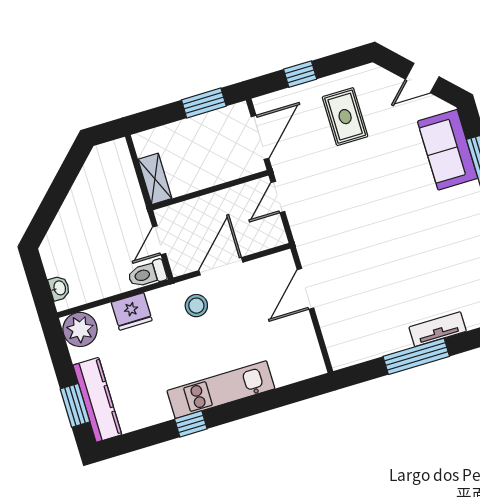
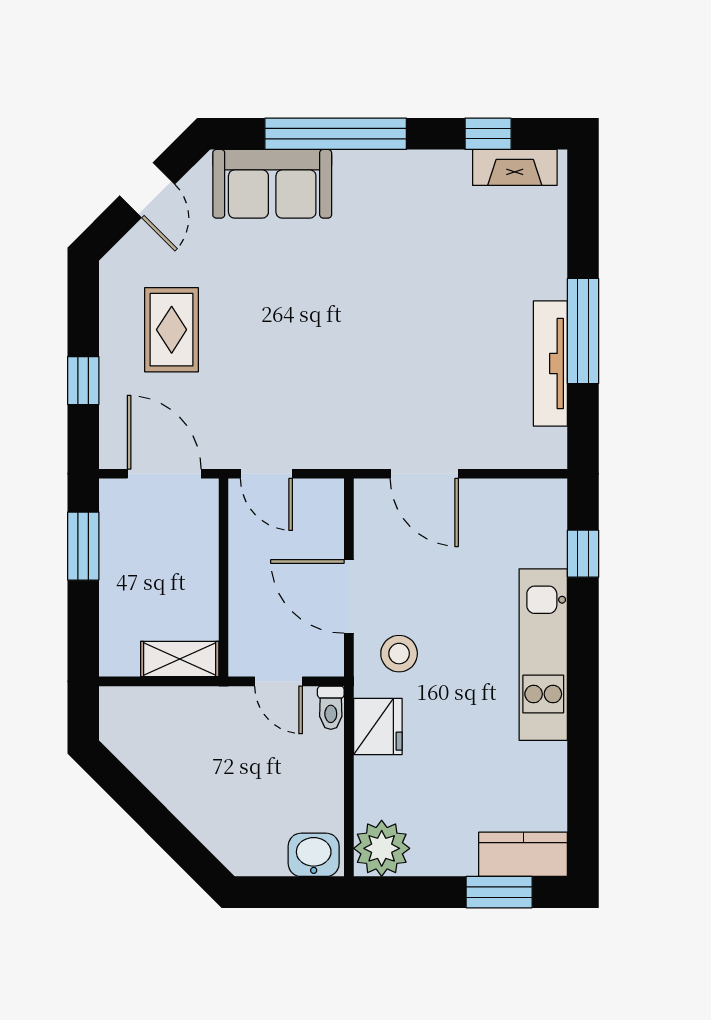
rug: (345, 117) -> (172, 330), turned 90
toilet: (147, 274) -> (331, 708), width x0.73, depth x0.72
washbasin: (59, 288) -> (314, 855), width x1.38, depth x1.45
fridge: (132, 311) -> (378, 727), moved
tv unit: (438, 329) -> (550, 364), moved, width x1.41
kitchen counter: (97, 400) -> (523, 854), width x0.67
window: (191, 424) -> (583, 554), moved

